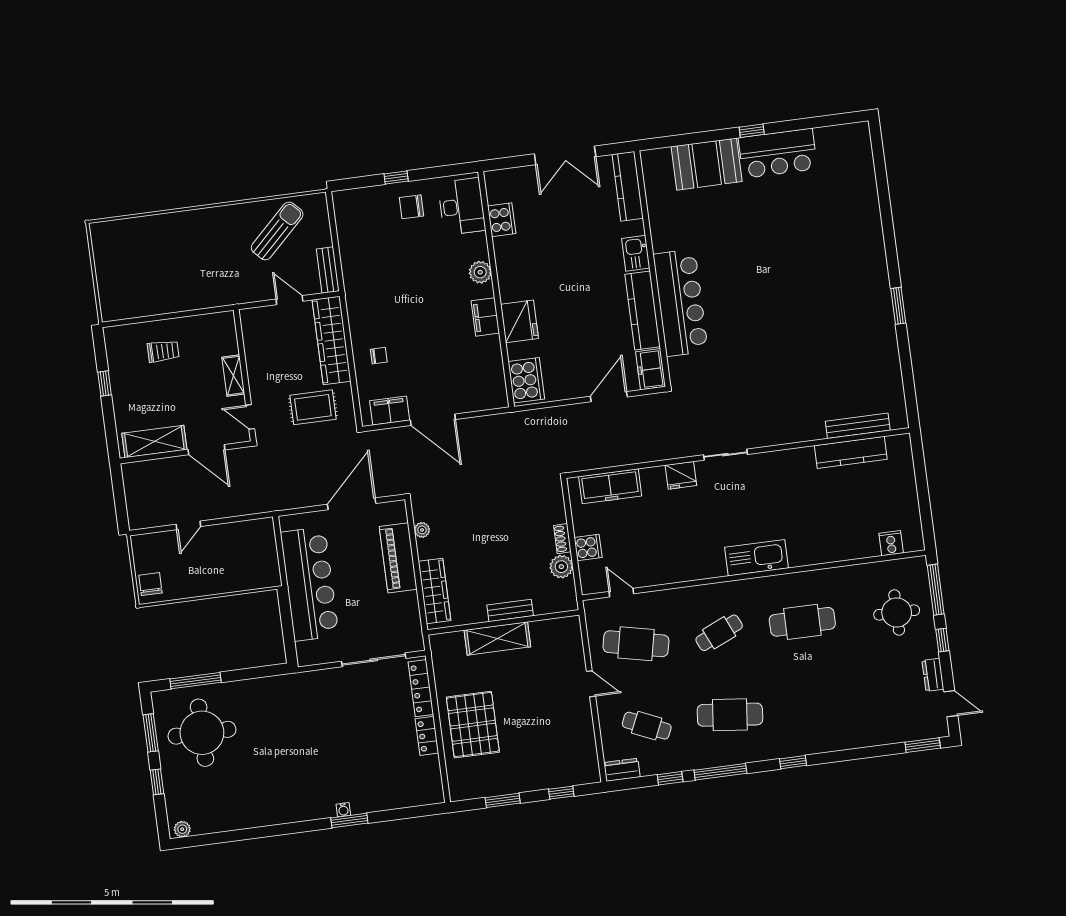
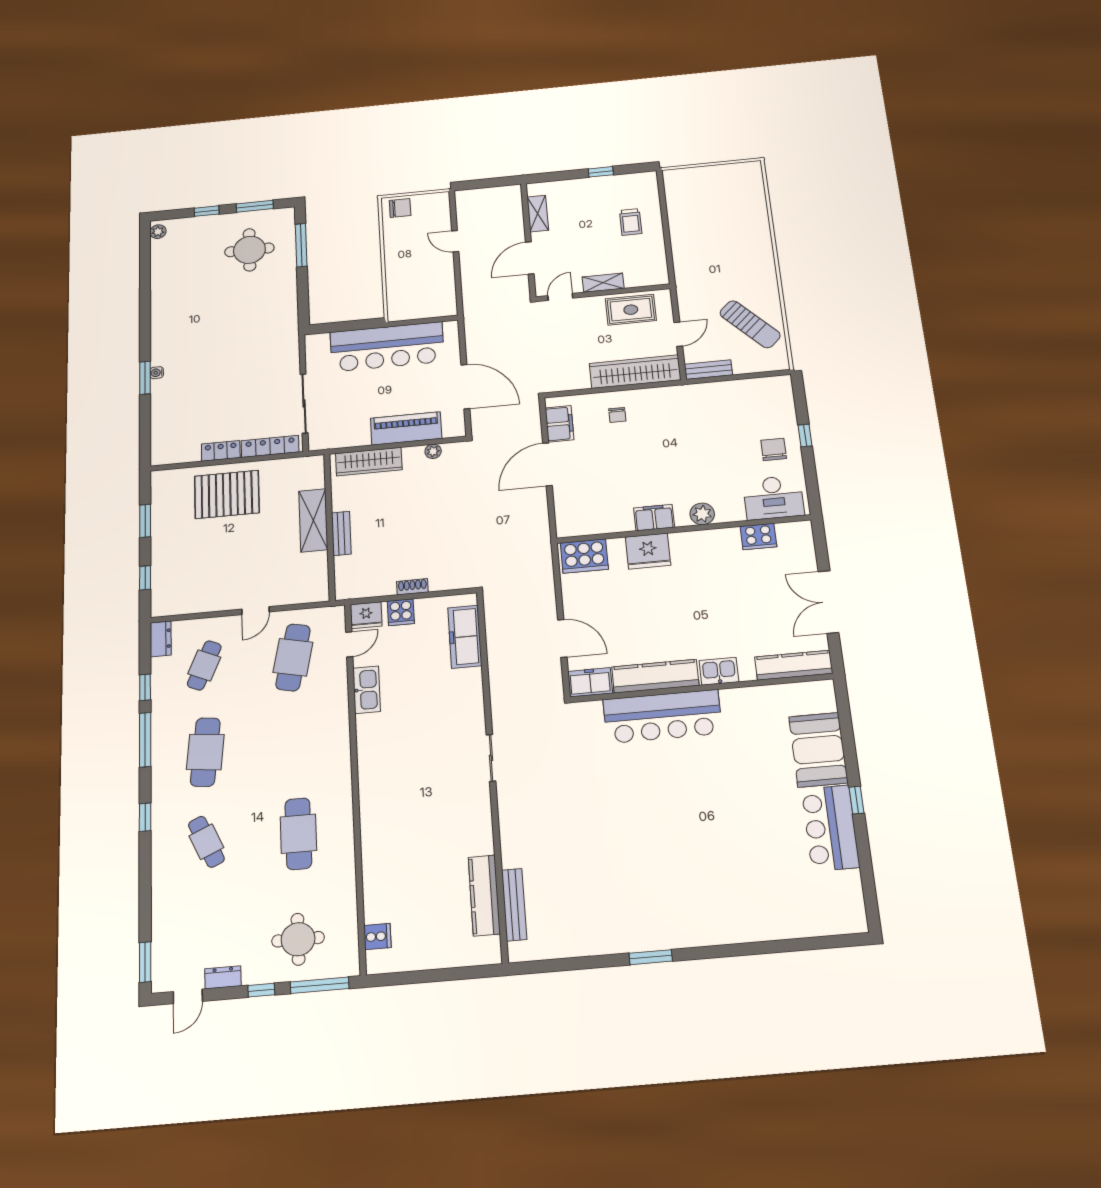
rug: (313, 407) -> (631, 310), moved, turned 90
shelving: (154, 441) -> (538, 214), width x0.67, depth x0.75
fridge: (681, 475) -> (366, 615), moved, turned -90
kitchen sink: (756, 558) -> (367, 690), moved, width x0.73, depth x0.81
plant: (561, 567) -> (383, 585), removed
cafe table: (719, 633) -> (206, 842), moved
round table: (202, 733) -> (249, 250), width x0.73, depth x0.73

